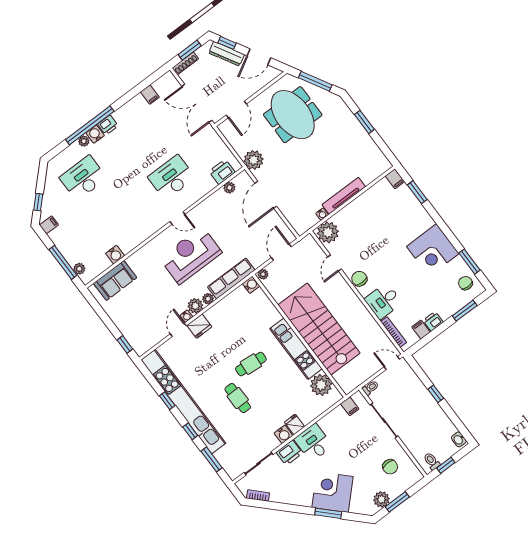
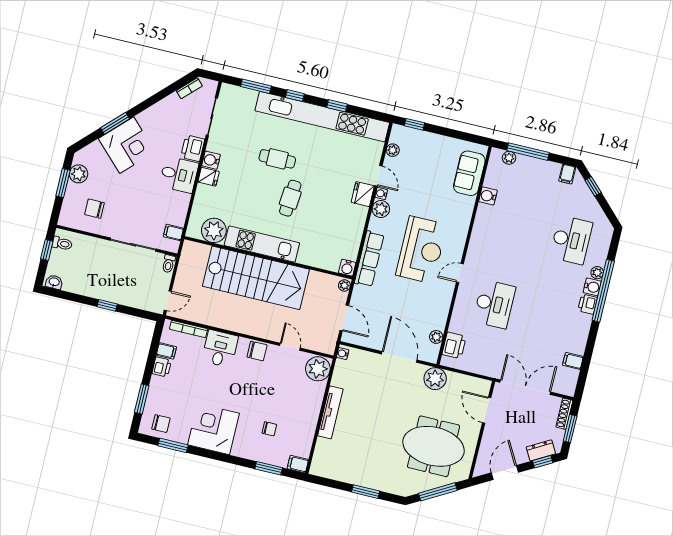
dresser: (227, 54) -> (541, 450), width x0.70
water cooler: (322, 214) -> (343, 354), moved
chair: (395, 219) -> (269, 429), added
plant: (208, 299) -> (393, 150), moved

